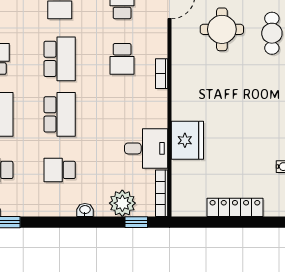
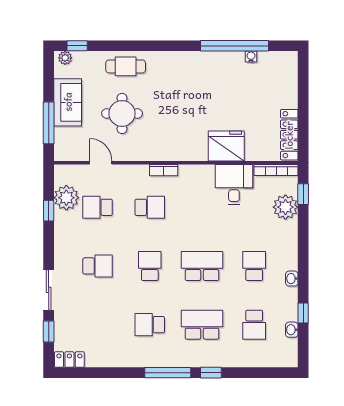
school desk: (60, 59) -> (150, 266), width x0.54
school desk: (60, 170) -> (254, 266), turned 180
locker: (235, 207) -> (289, 135), moved
washbasin: (85, 210) -> (292, 279), moved

